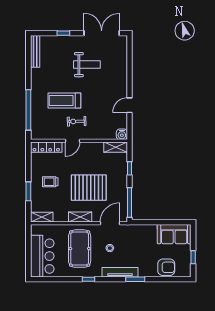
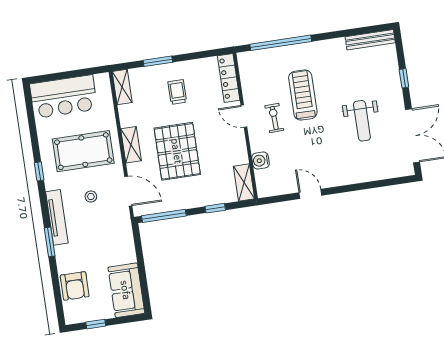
water cooler: (122, 134) -> (261, 161), moved

